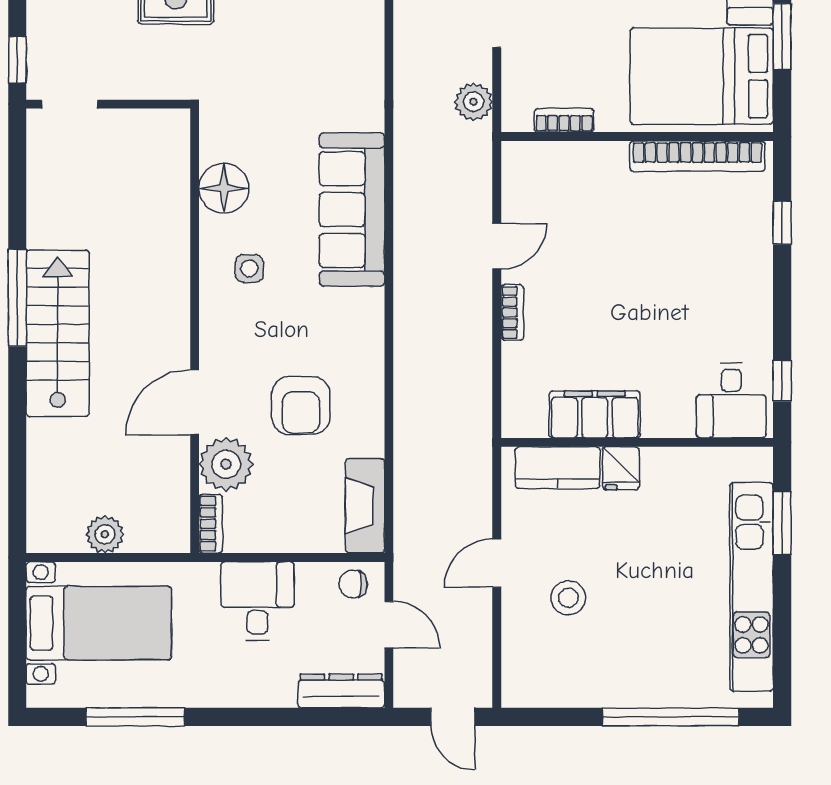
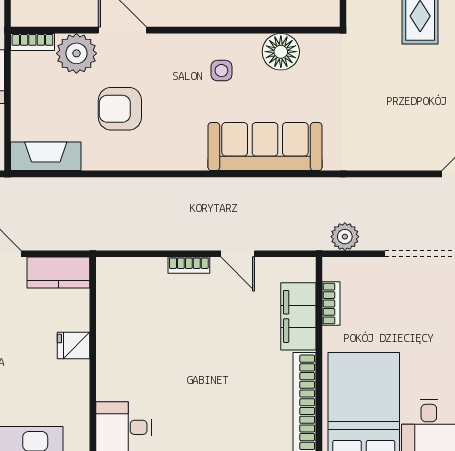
filing cabinet: (595, 414) -> (298, 316), moved, turned 180
kitchen counter: (558, 468) -> (58, 273), moved, turned -90

